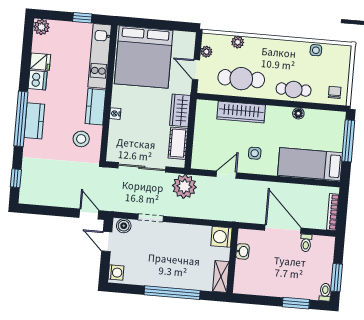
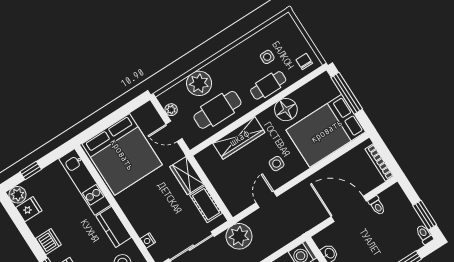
window: (82, 18) -> (31, 171), moved
plant: (238, 42) -> (199, 83), width x1.87, depth x1.87
side table: (316, 50) -> (267, 57), moved
fridge: (40, 62) -> (29, 209), moved
floor lamp: (298, 113) -> (286, 110), width x1.89, depth x1.89
nightstand: (115, 114) -> (148, 240), moved
bed: (310, 164) -> (326, 131), width x1.50

